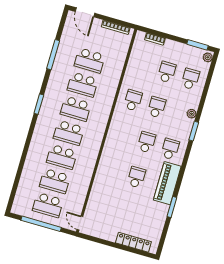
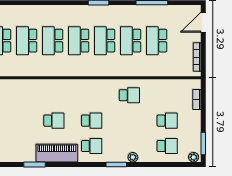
school desk: (157, 107) -> (129, 121), removed

